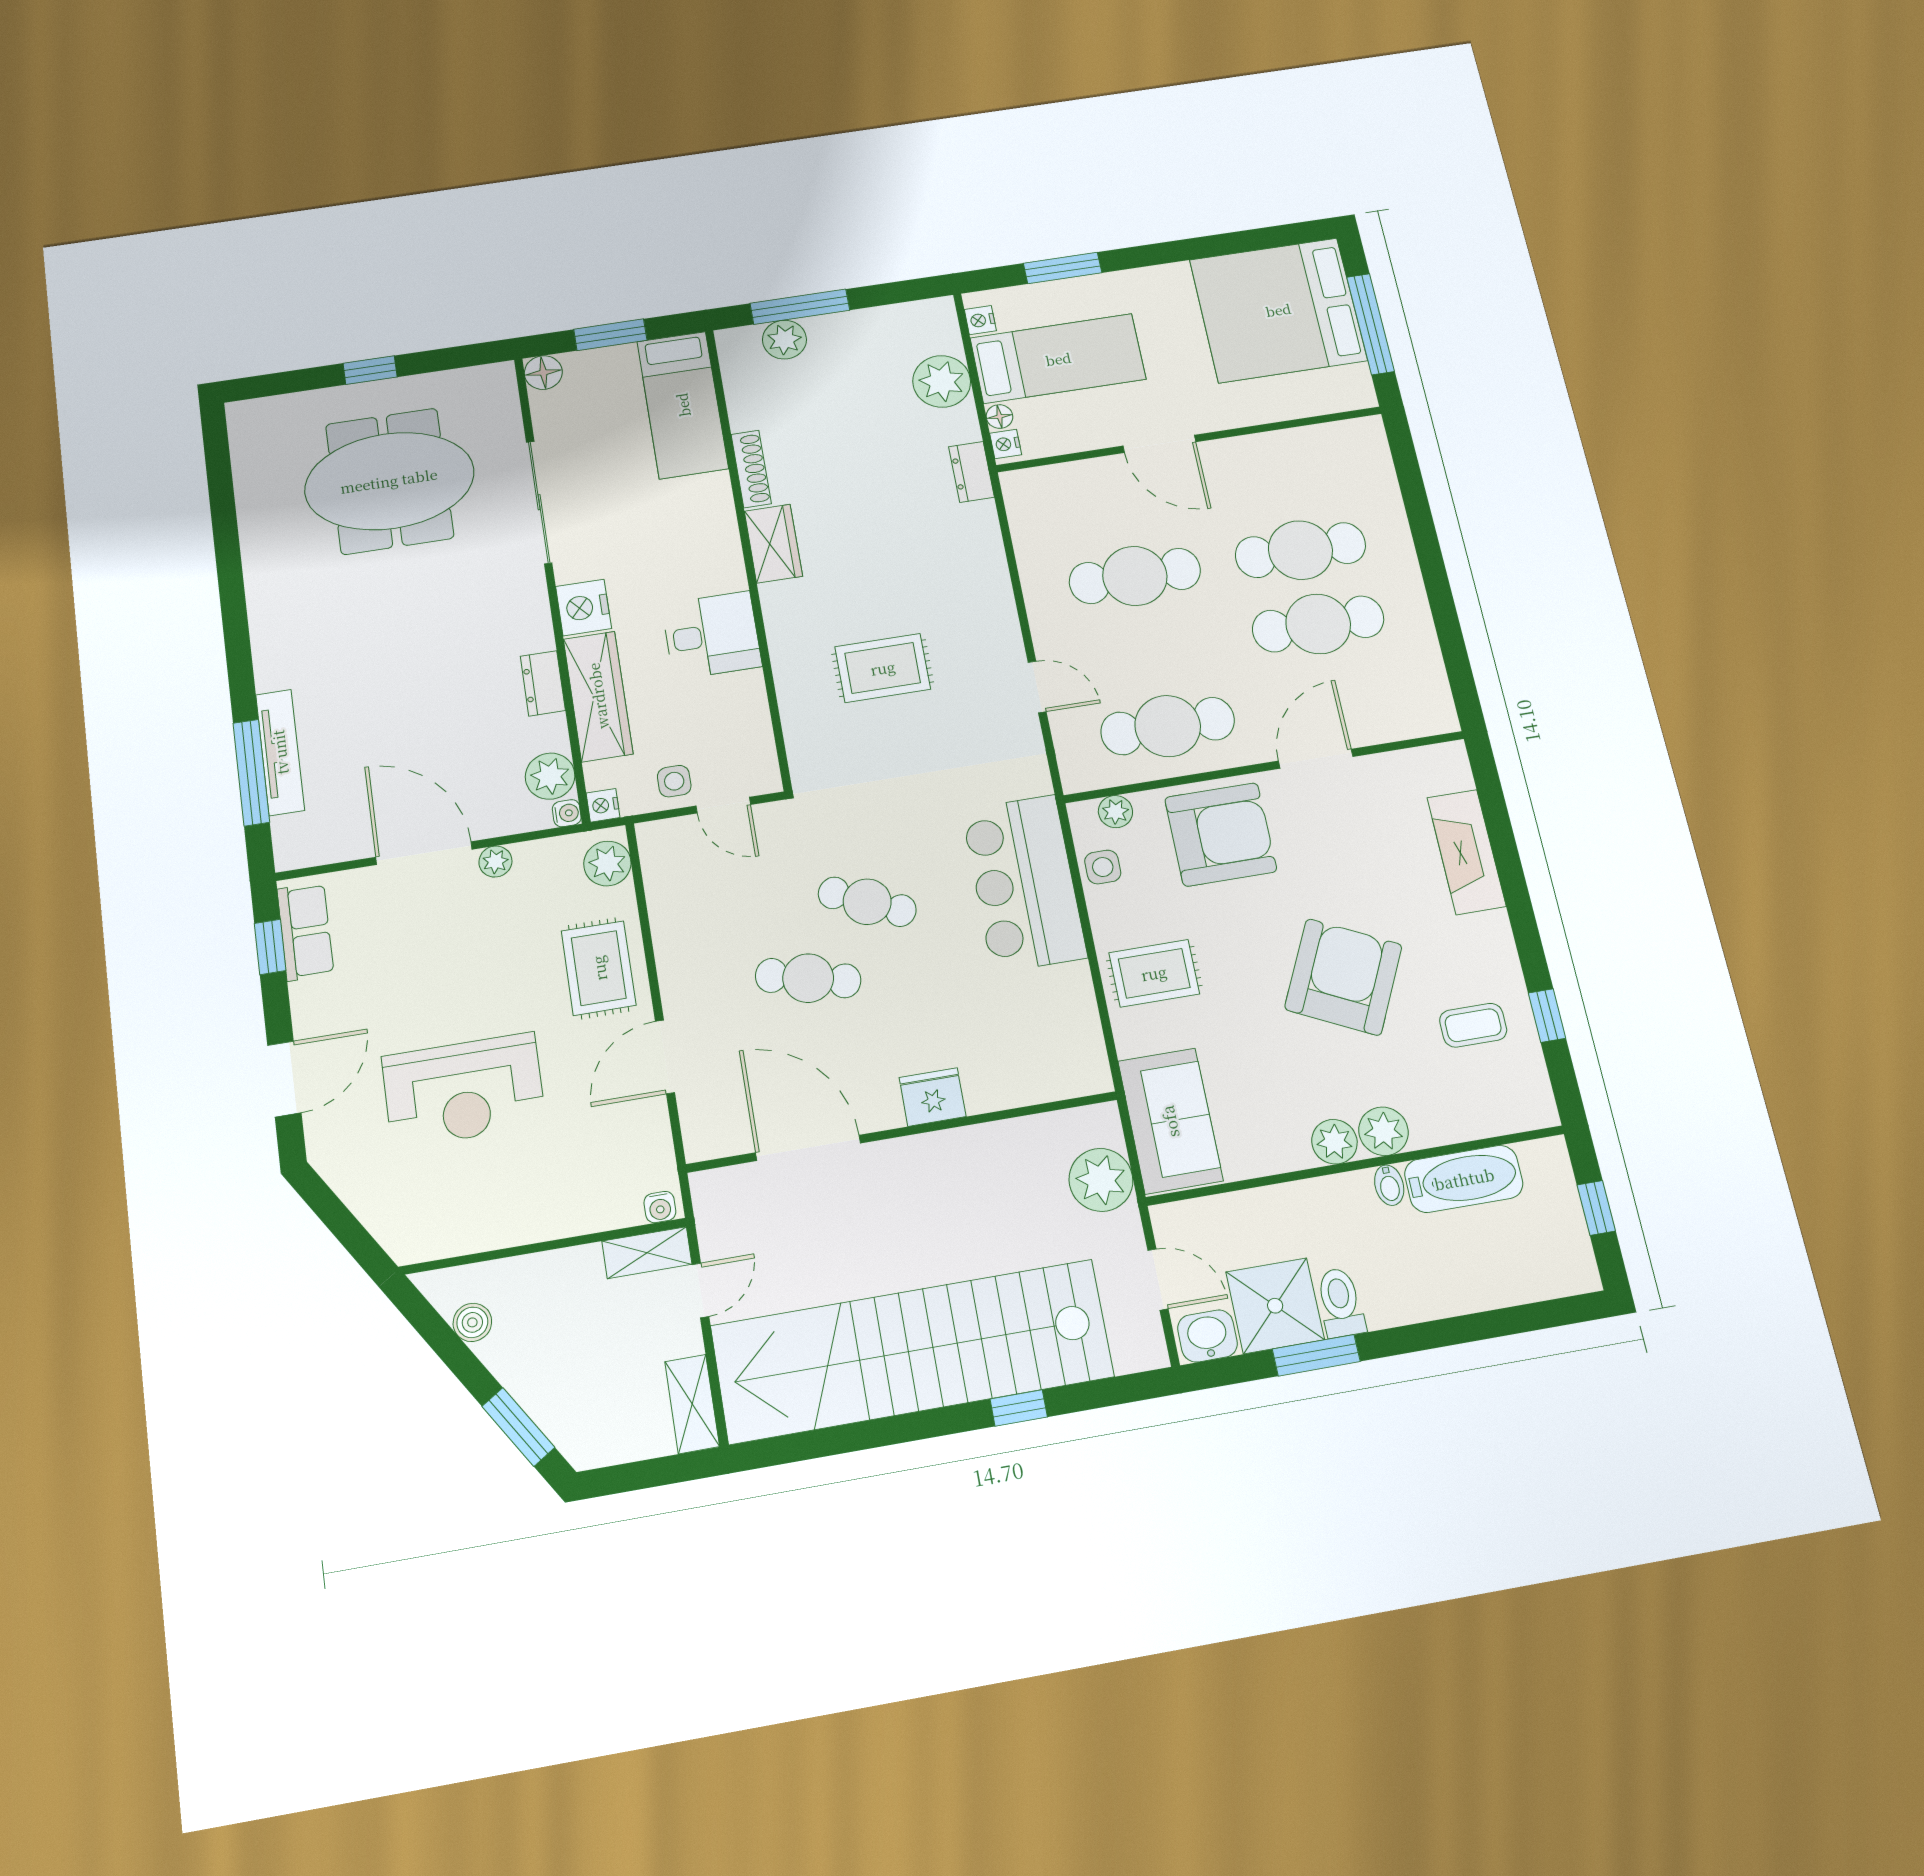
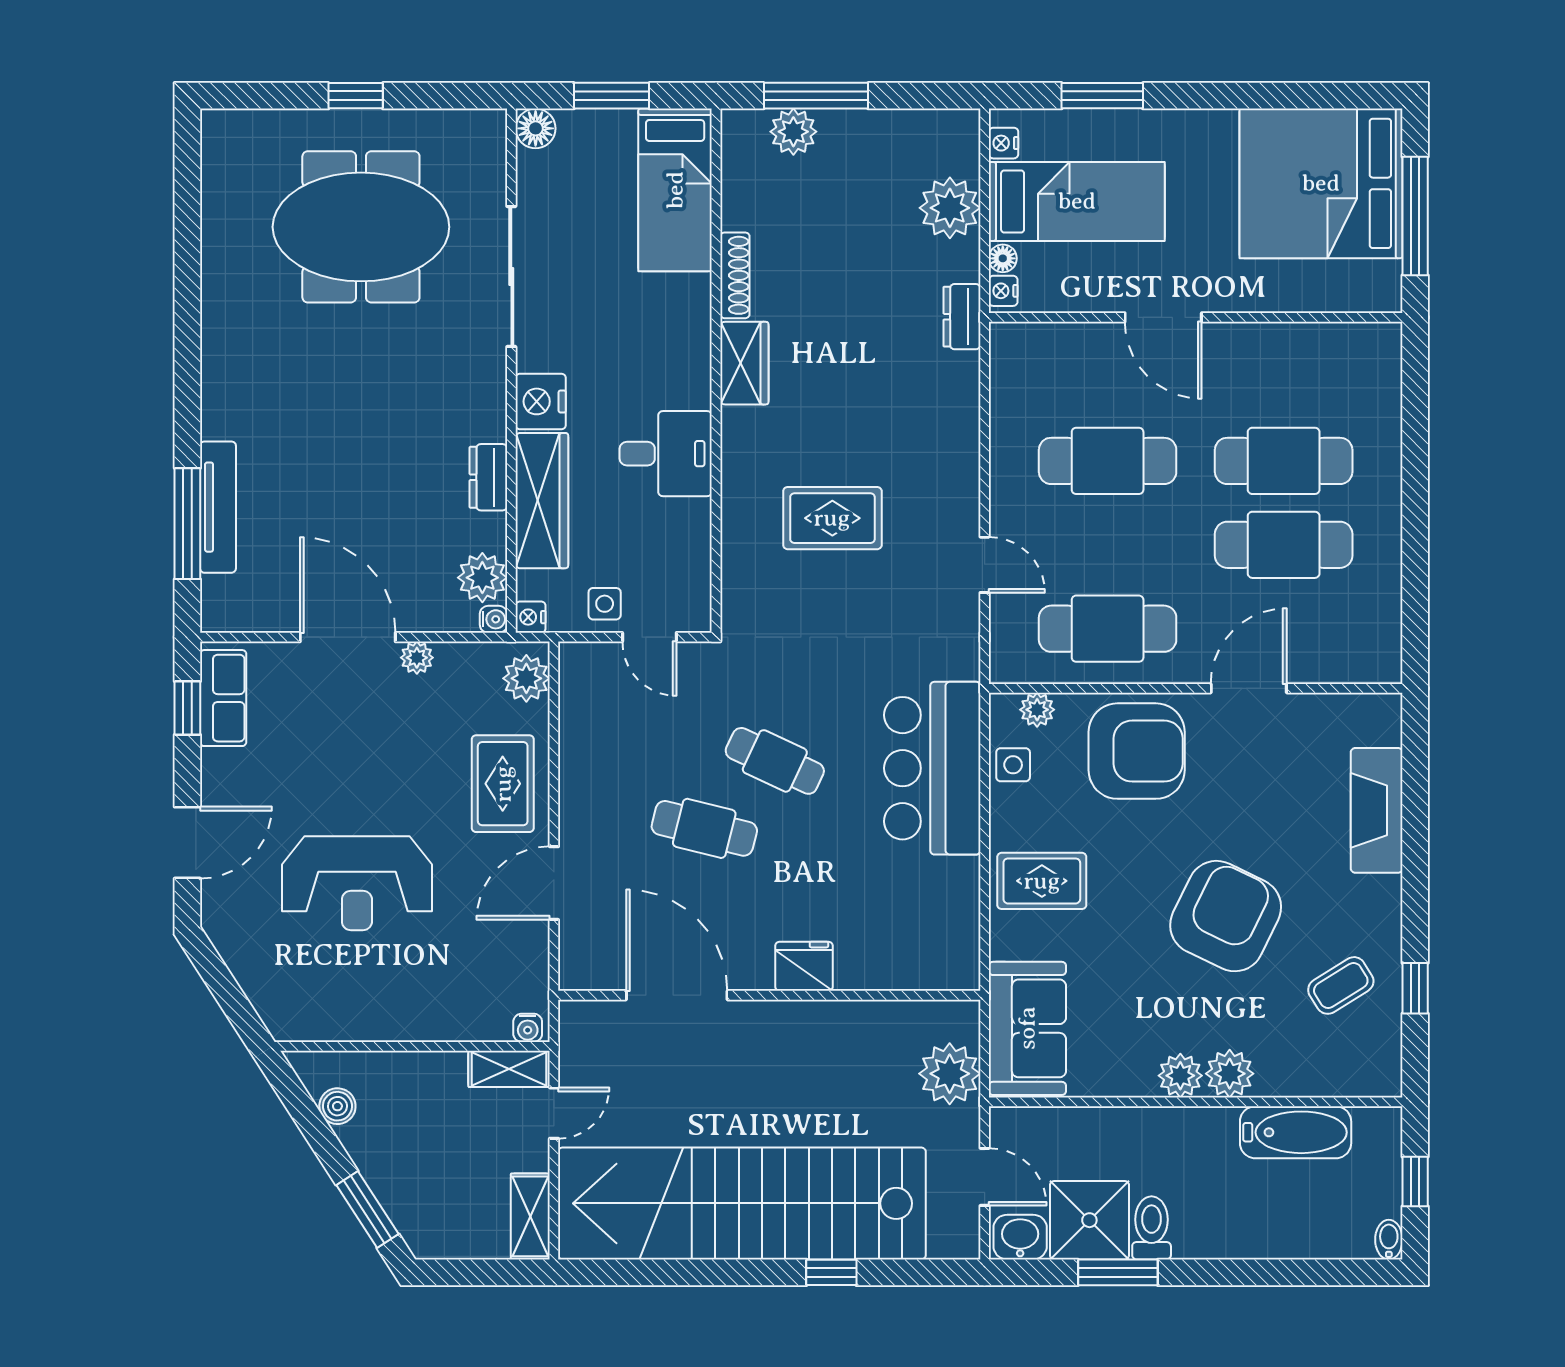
coffee table: (1473, 1025) -> (1341, 985), turned -32
bidet: (1389, 1185) -> (1389, 1240), moved, turned 180

